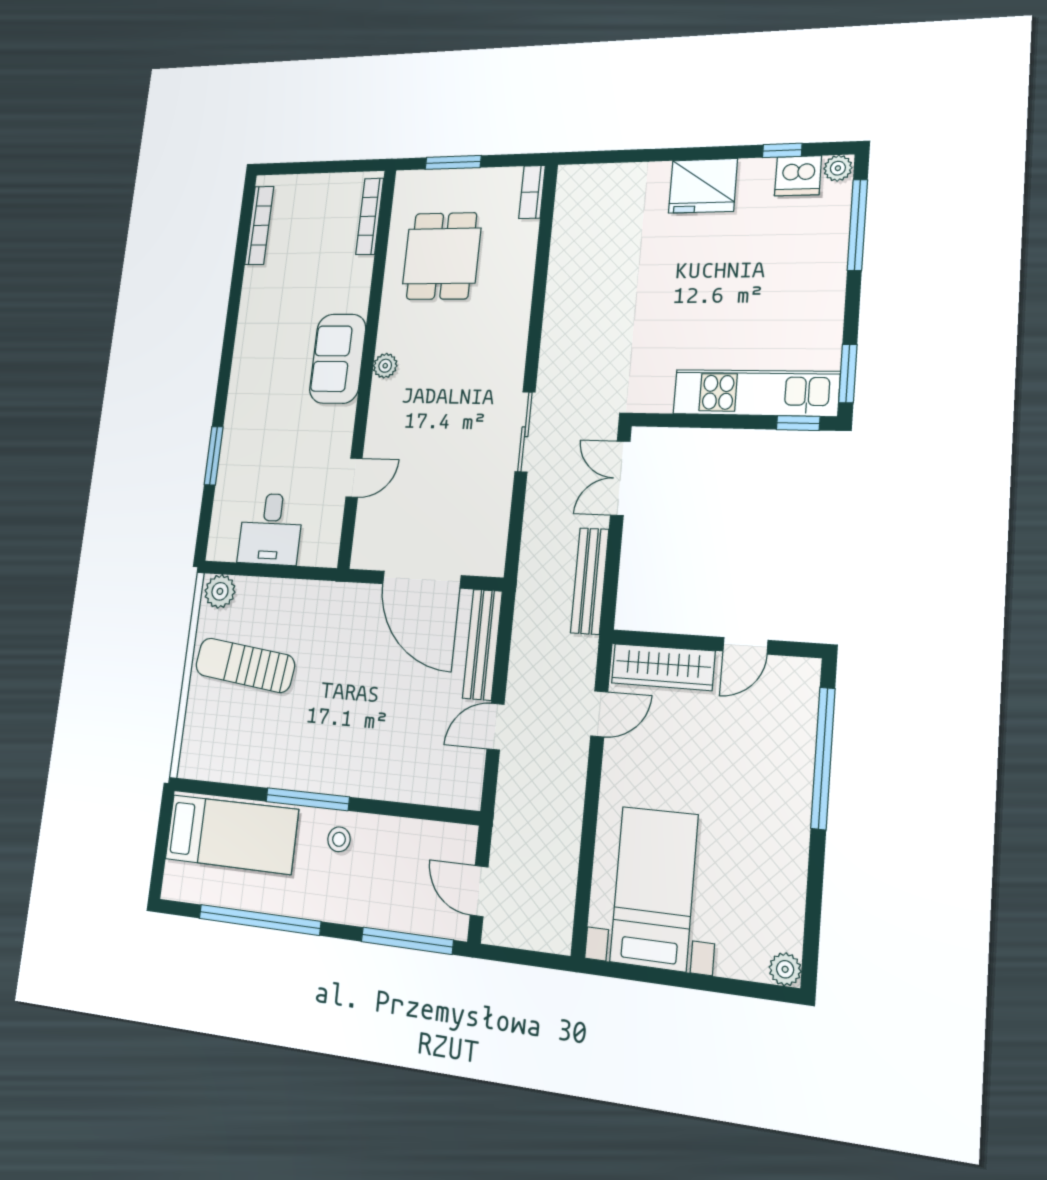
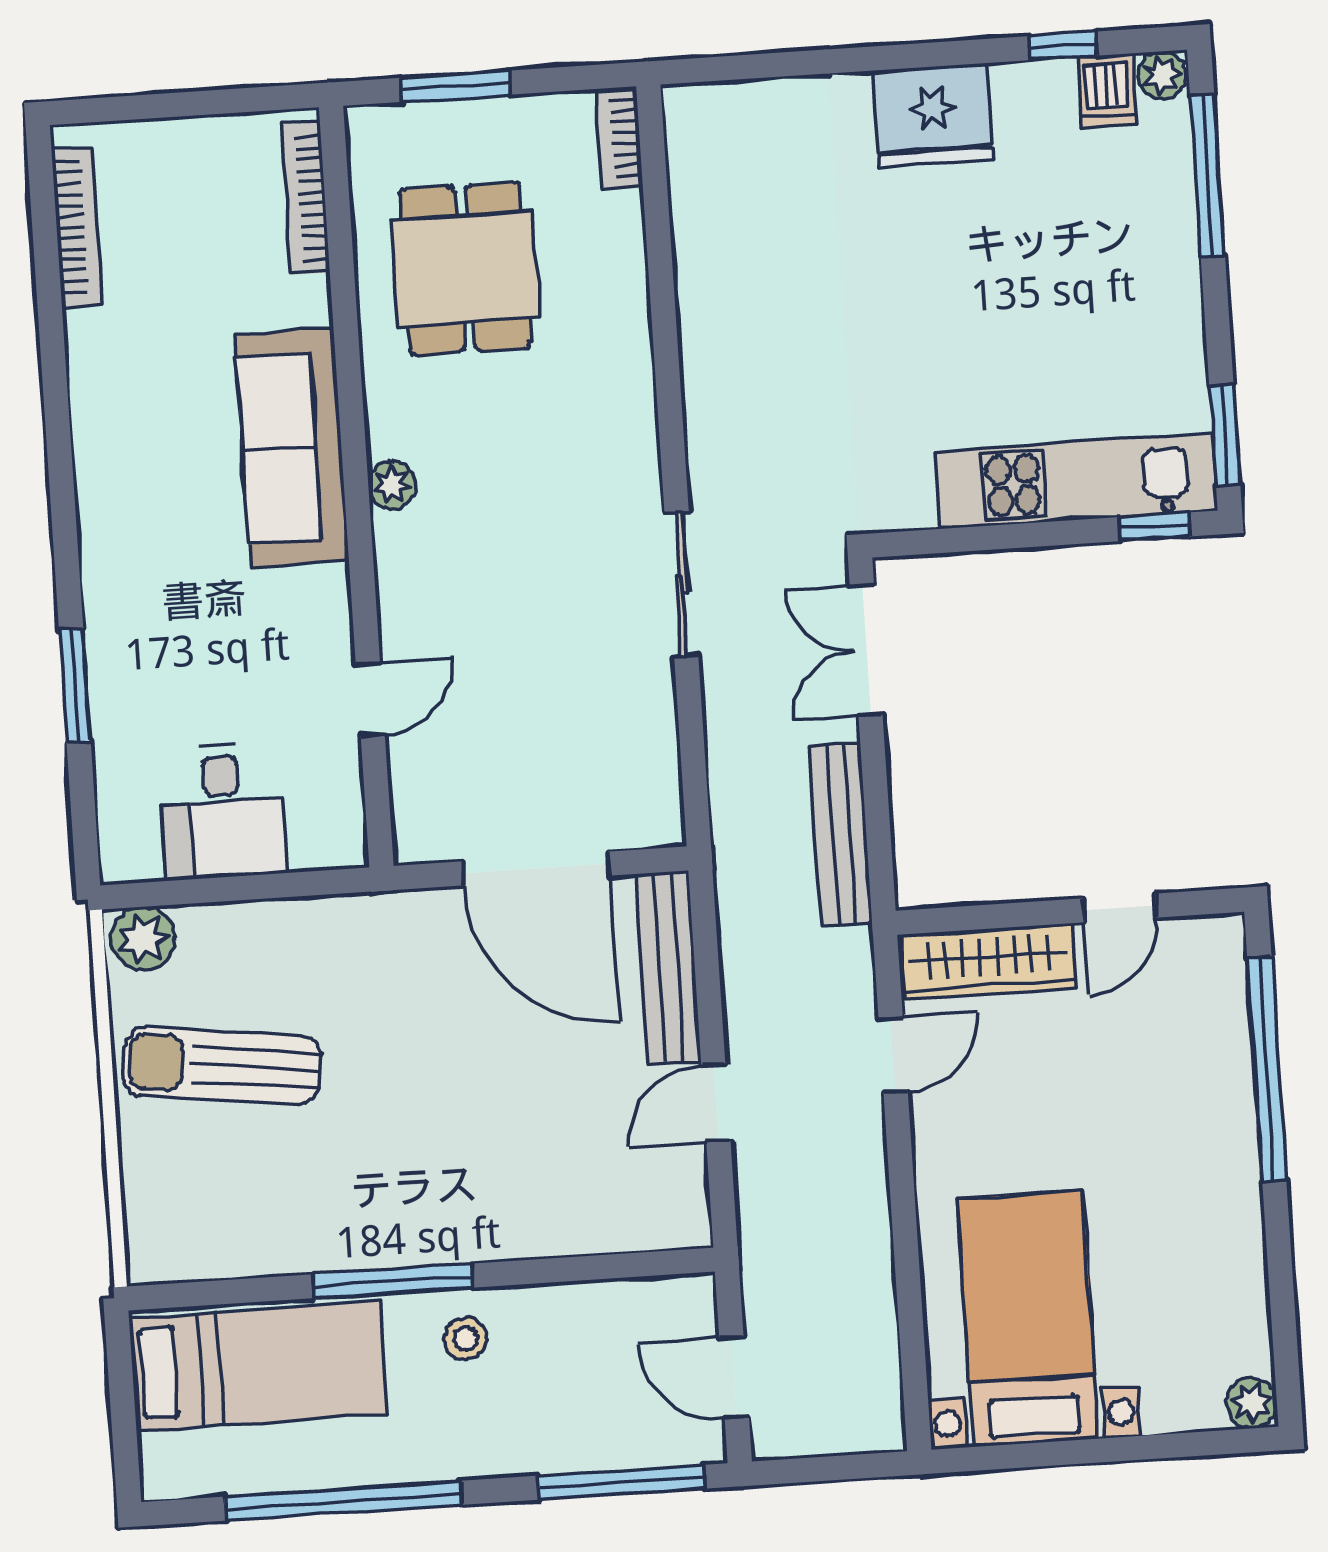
dishwasher: (798, 176) -> (1107, 90), width x0.73
sofa: (338, 359) -> (292, 448), width x1.36

